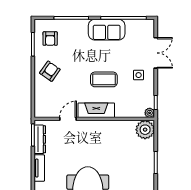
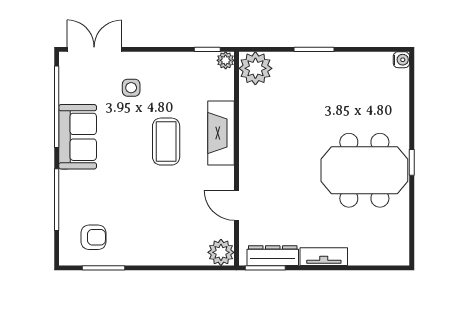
double door: (156, 53) -> (94, 49), moved
armchair: (50, 71) -> (152, 238), removed
side table: (139, 75) -> (131, 88), moved
plant: (42, 110) -> (221, 252), added
fireplace: (96, 110) -> (221, 133), moved

